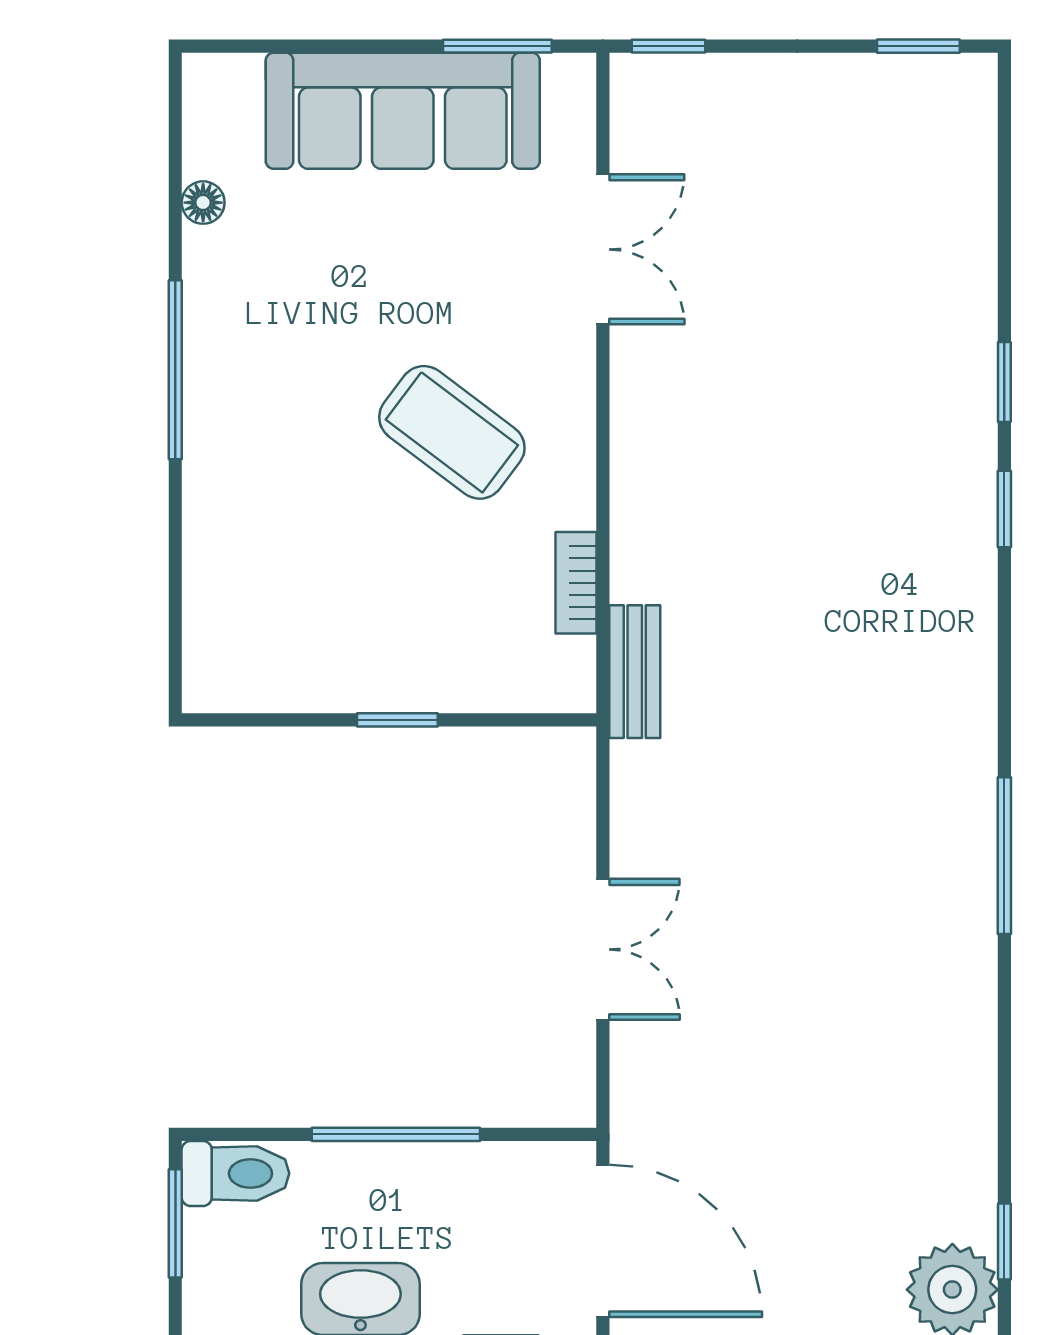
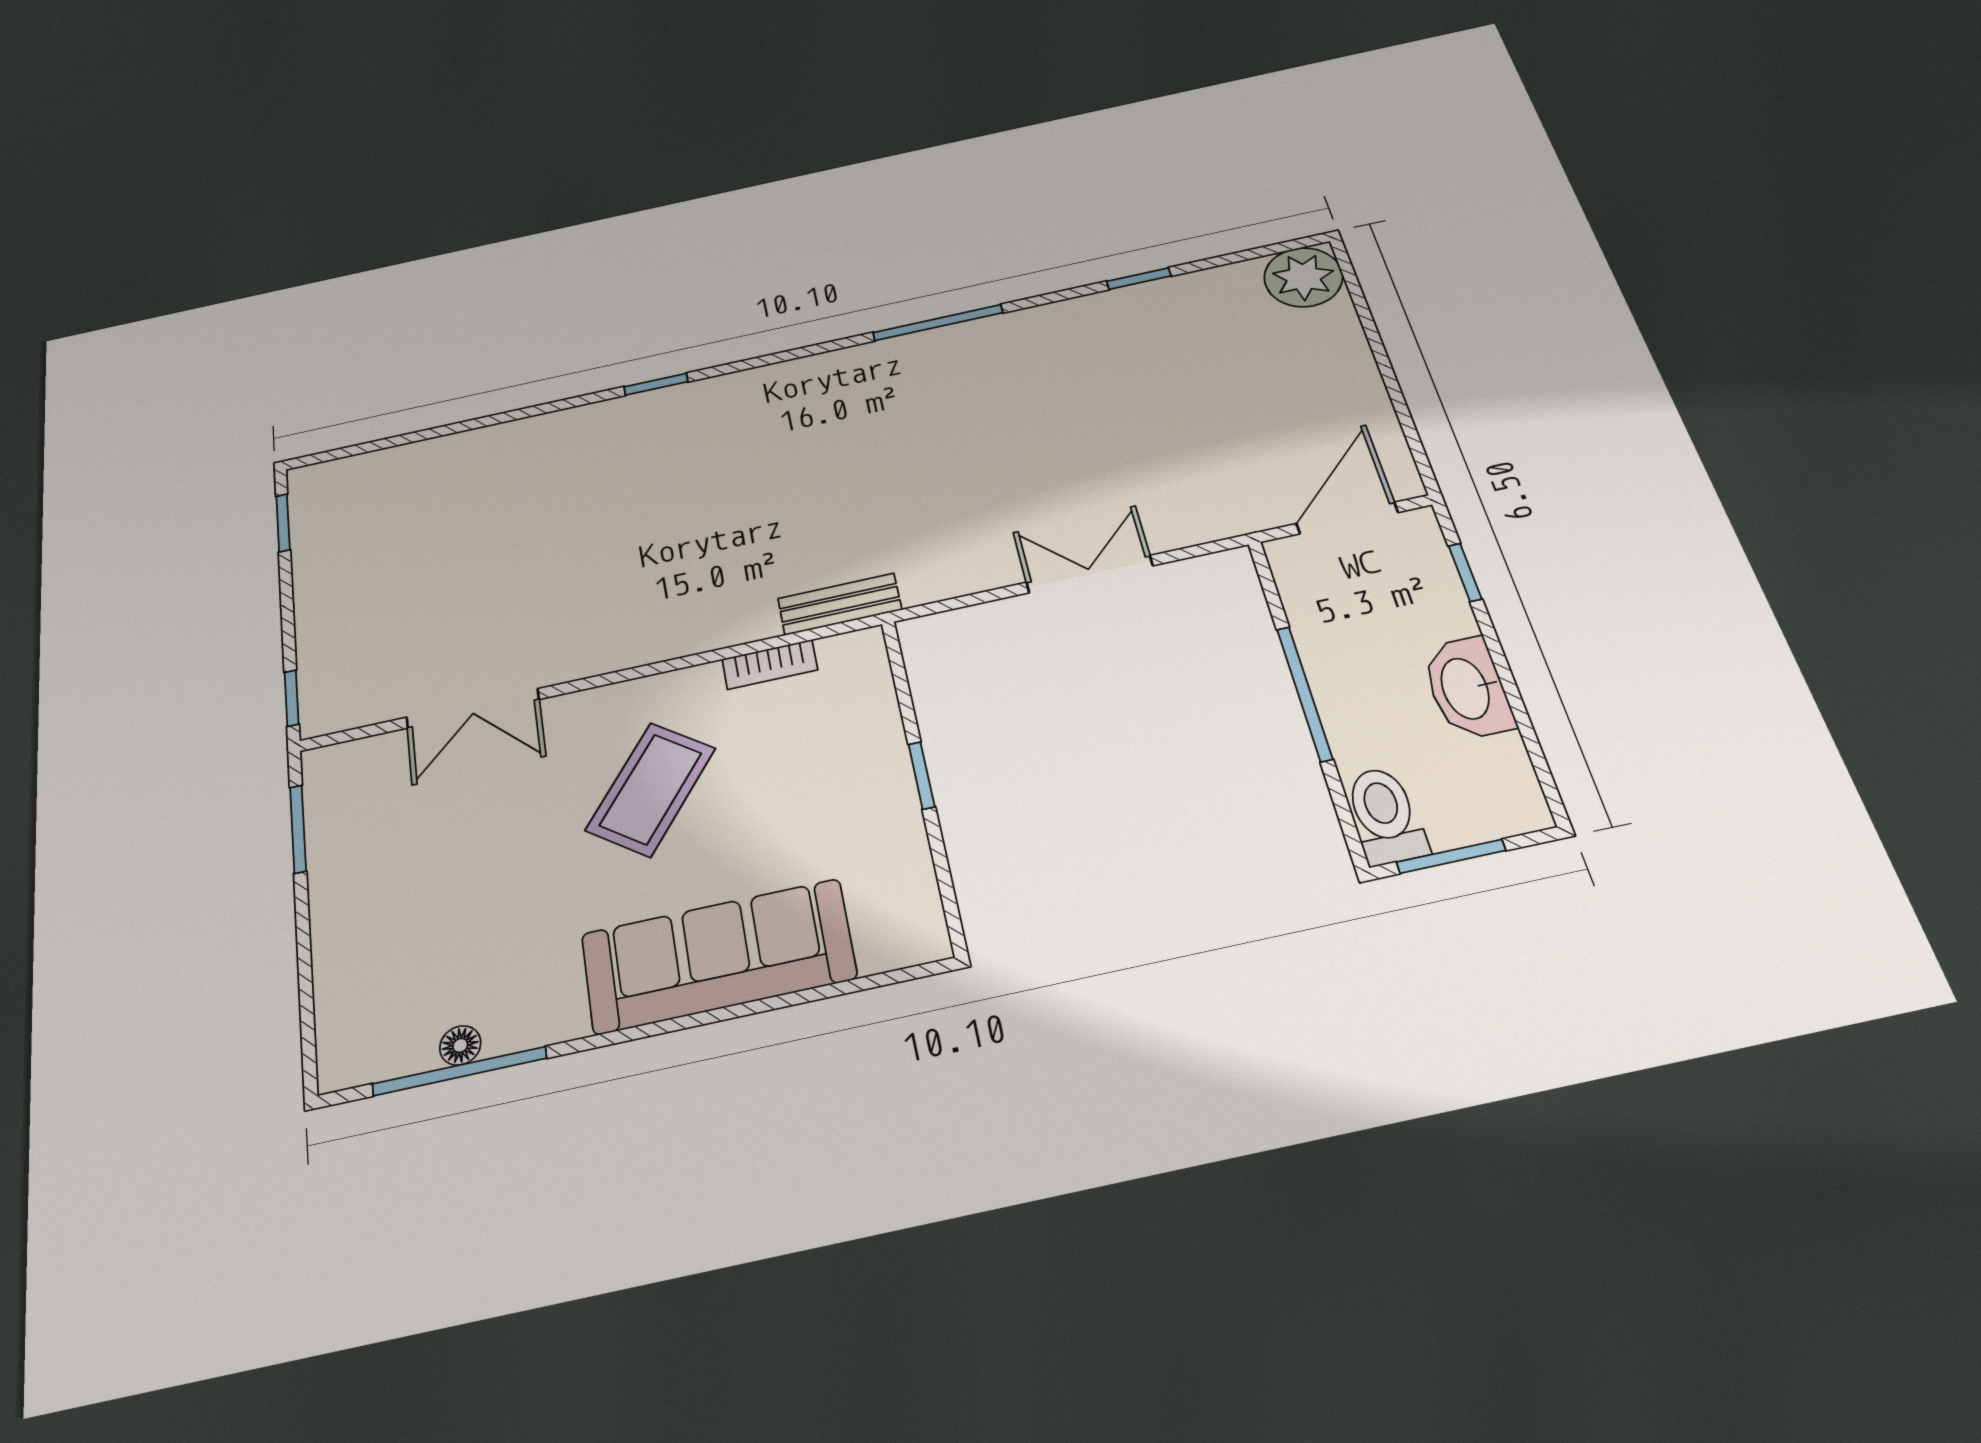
sofa: (403, 111) -> (718, 956), moved, turned -90
double door: (603, 249) -> (473, 708), swing flipped
window: (175, 370) -> (459, 1071), moved
window: (1004, 382) -> (553, 407), removed
door: (603, 1241) -> (1347, 518), width x0.73
window: (1004, 1242) -> (1139, 279), moved

